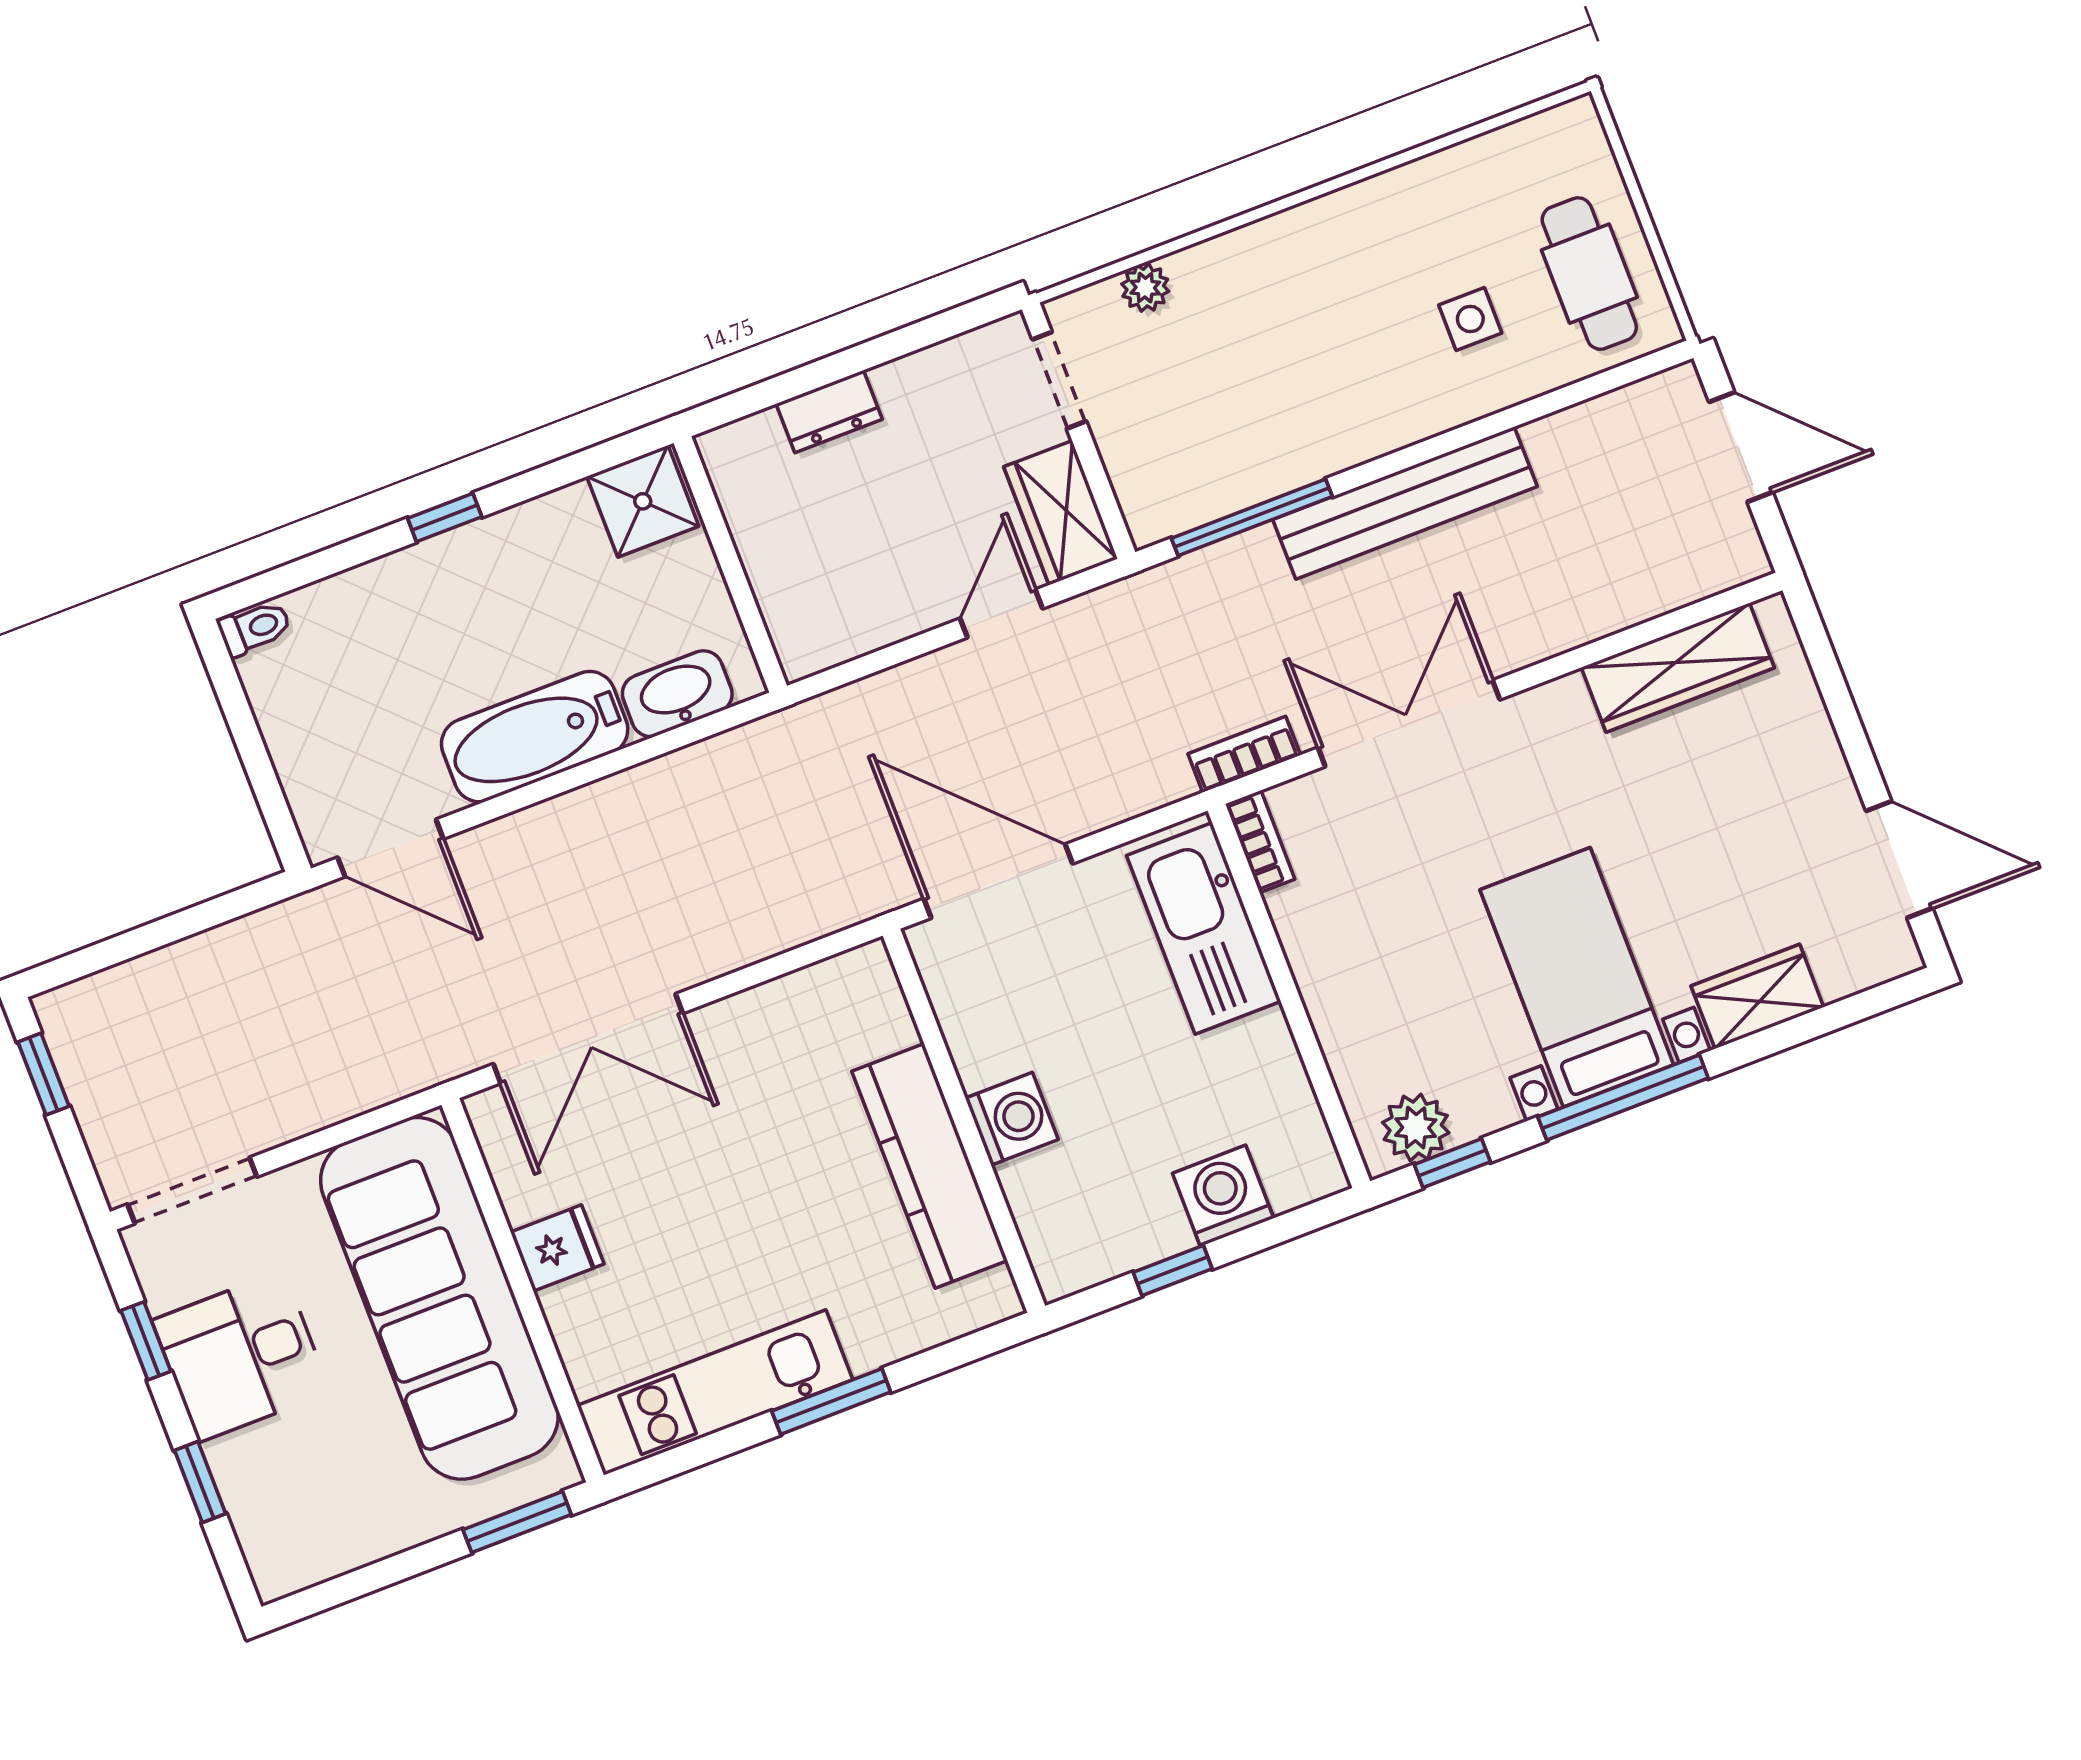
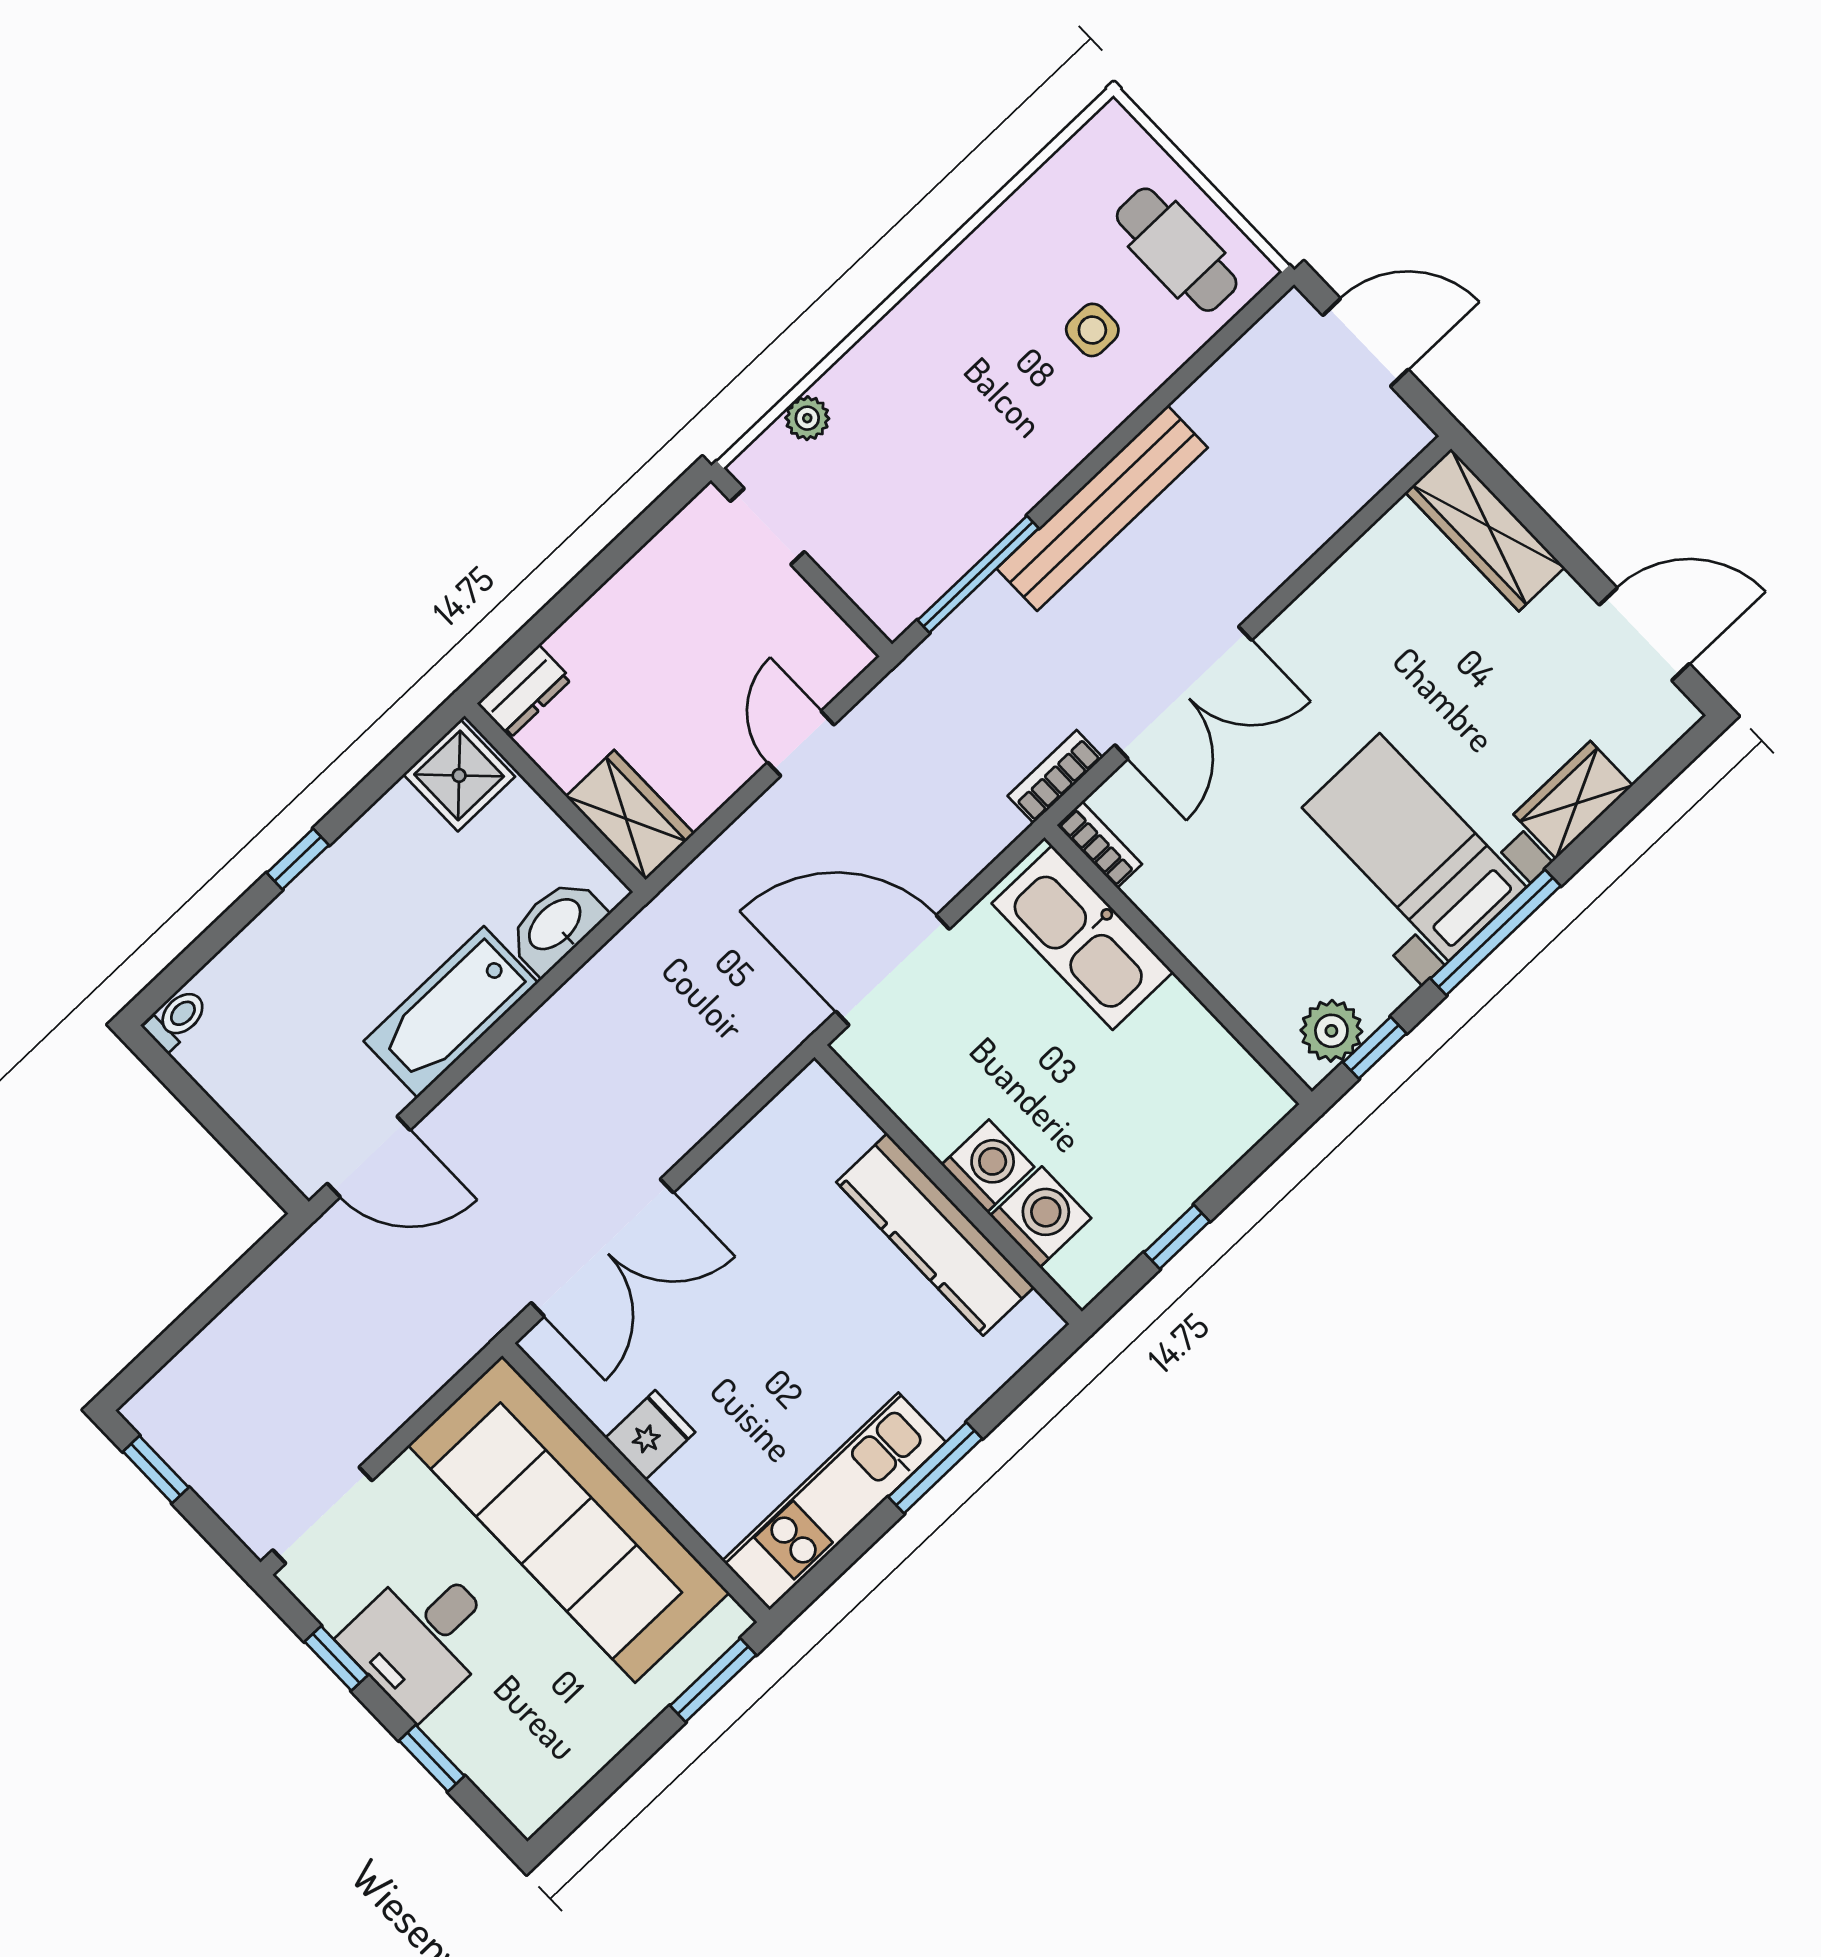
dresser: (829, 411) -> (524, 691), moved
wardrobe: (1061, 513) -> (630, 815), moved, turned 180
wardrobe: (1678, 668) -> (1485, 530), moved, turned 90
double door: (1409, 723) -> (1183, 693), swing flipped
washing machine: (1223, 1196) -> (1041, 1217), moved, turned 90

